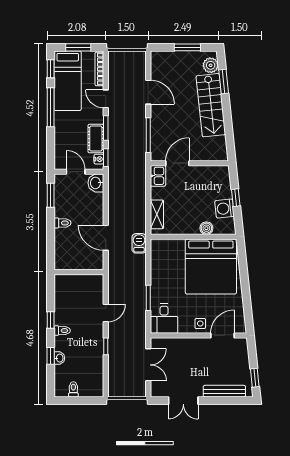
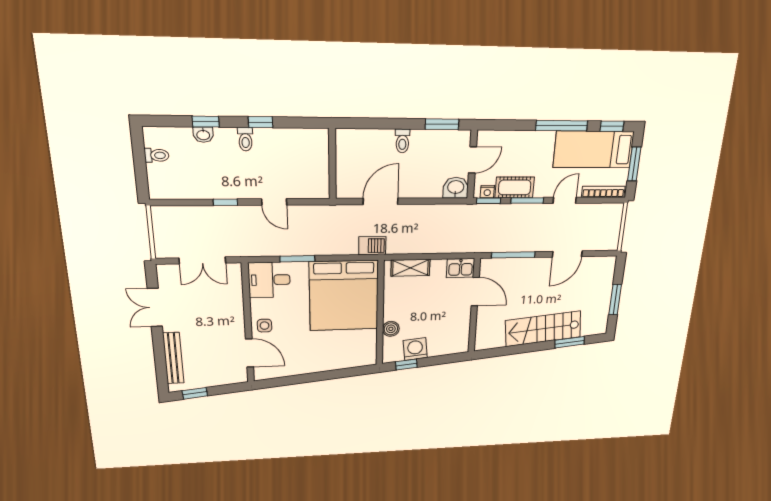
plant: (211, 65) -> (591, 327), removed
window: (236, 198) -> (406, 364), moved
bed: (211, 266) -> (344, 296), moved, turned -90

